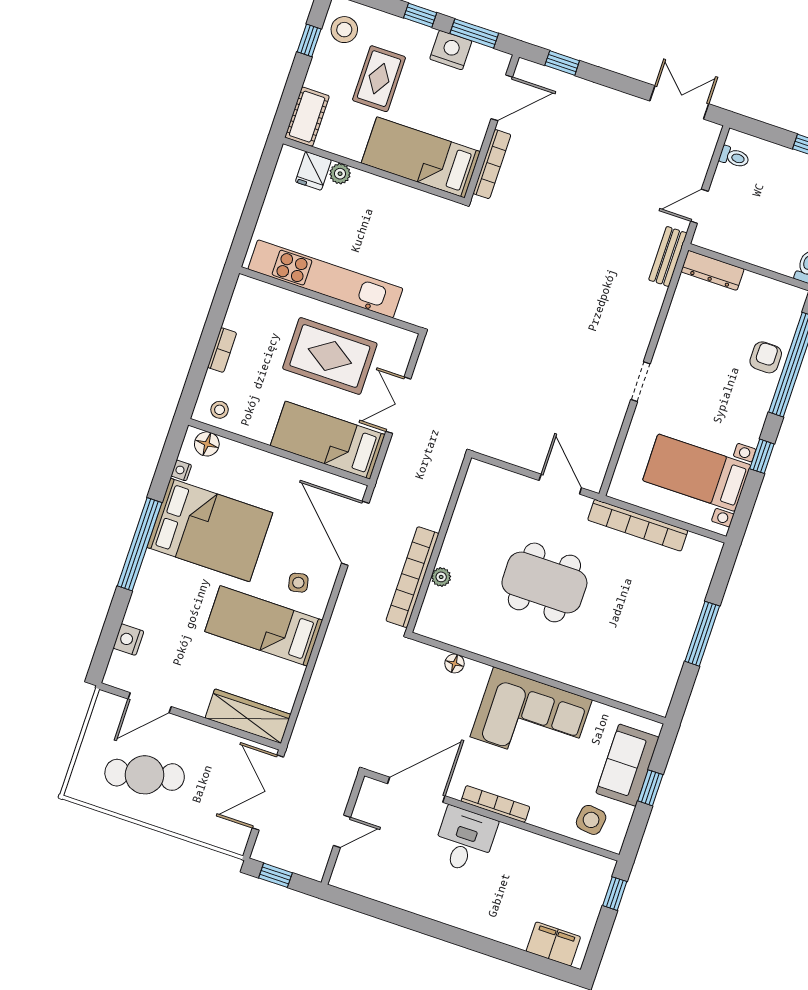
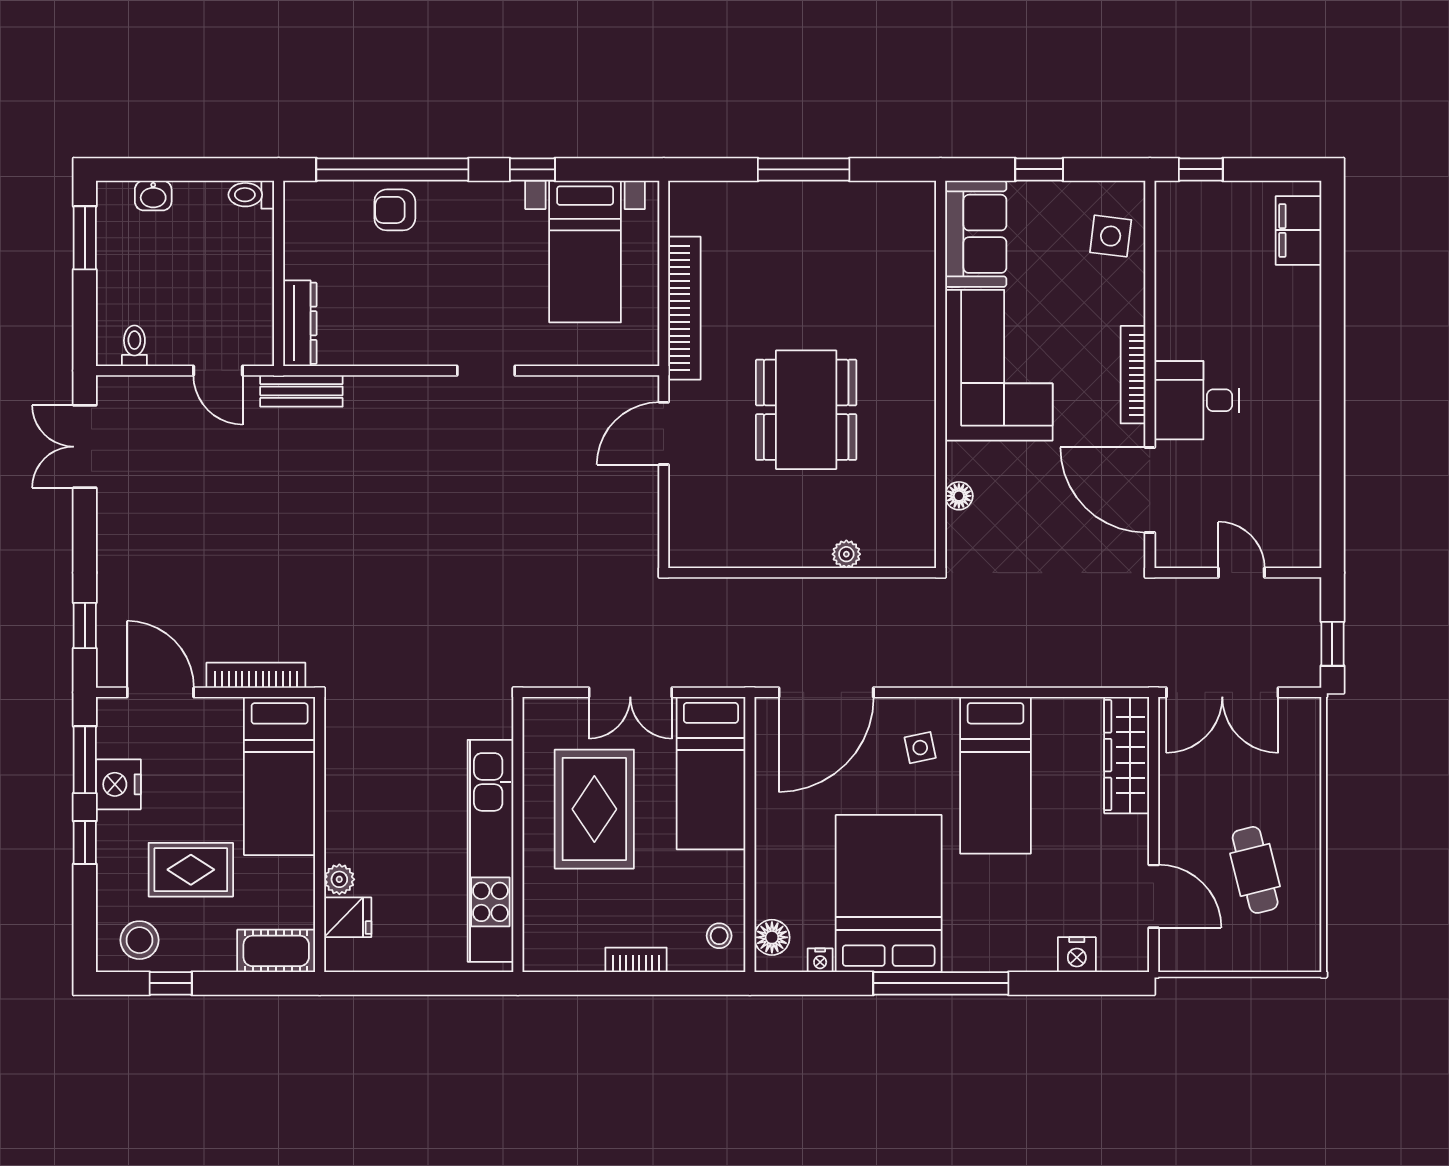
bookcase: (412, 577) -> (860, 594), removed
sofa: (627, 765) -> (976, 234), moved, turned -90
cafe table: (145, 775) -> (1255, 870), width x0.73, depth x0.74

